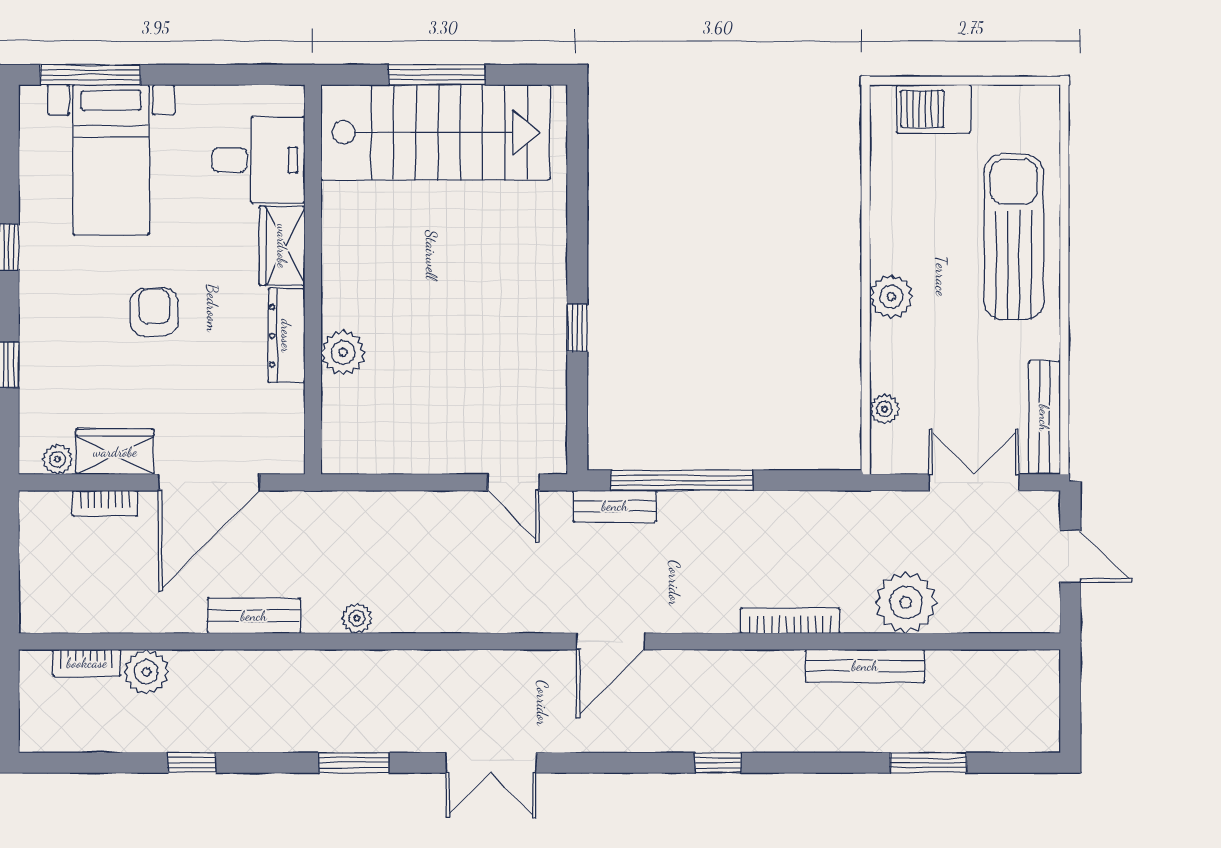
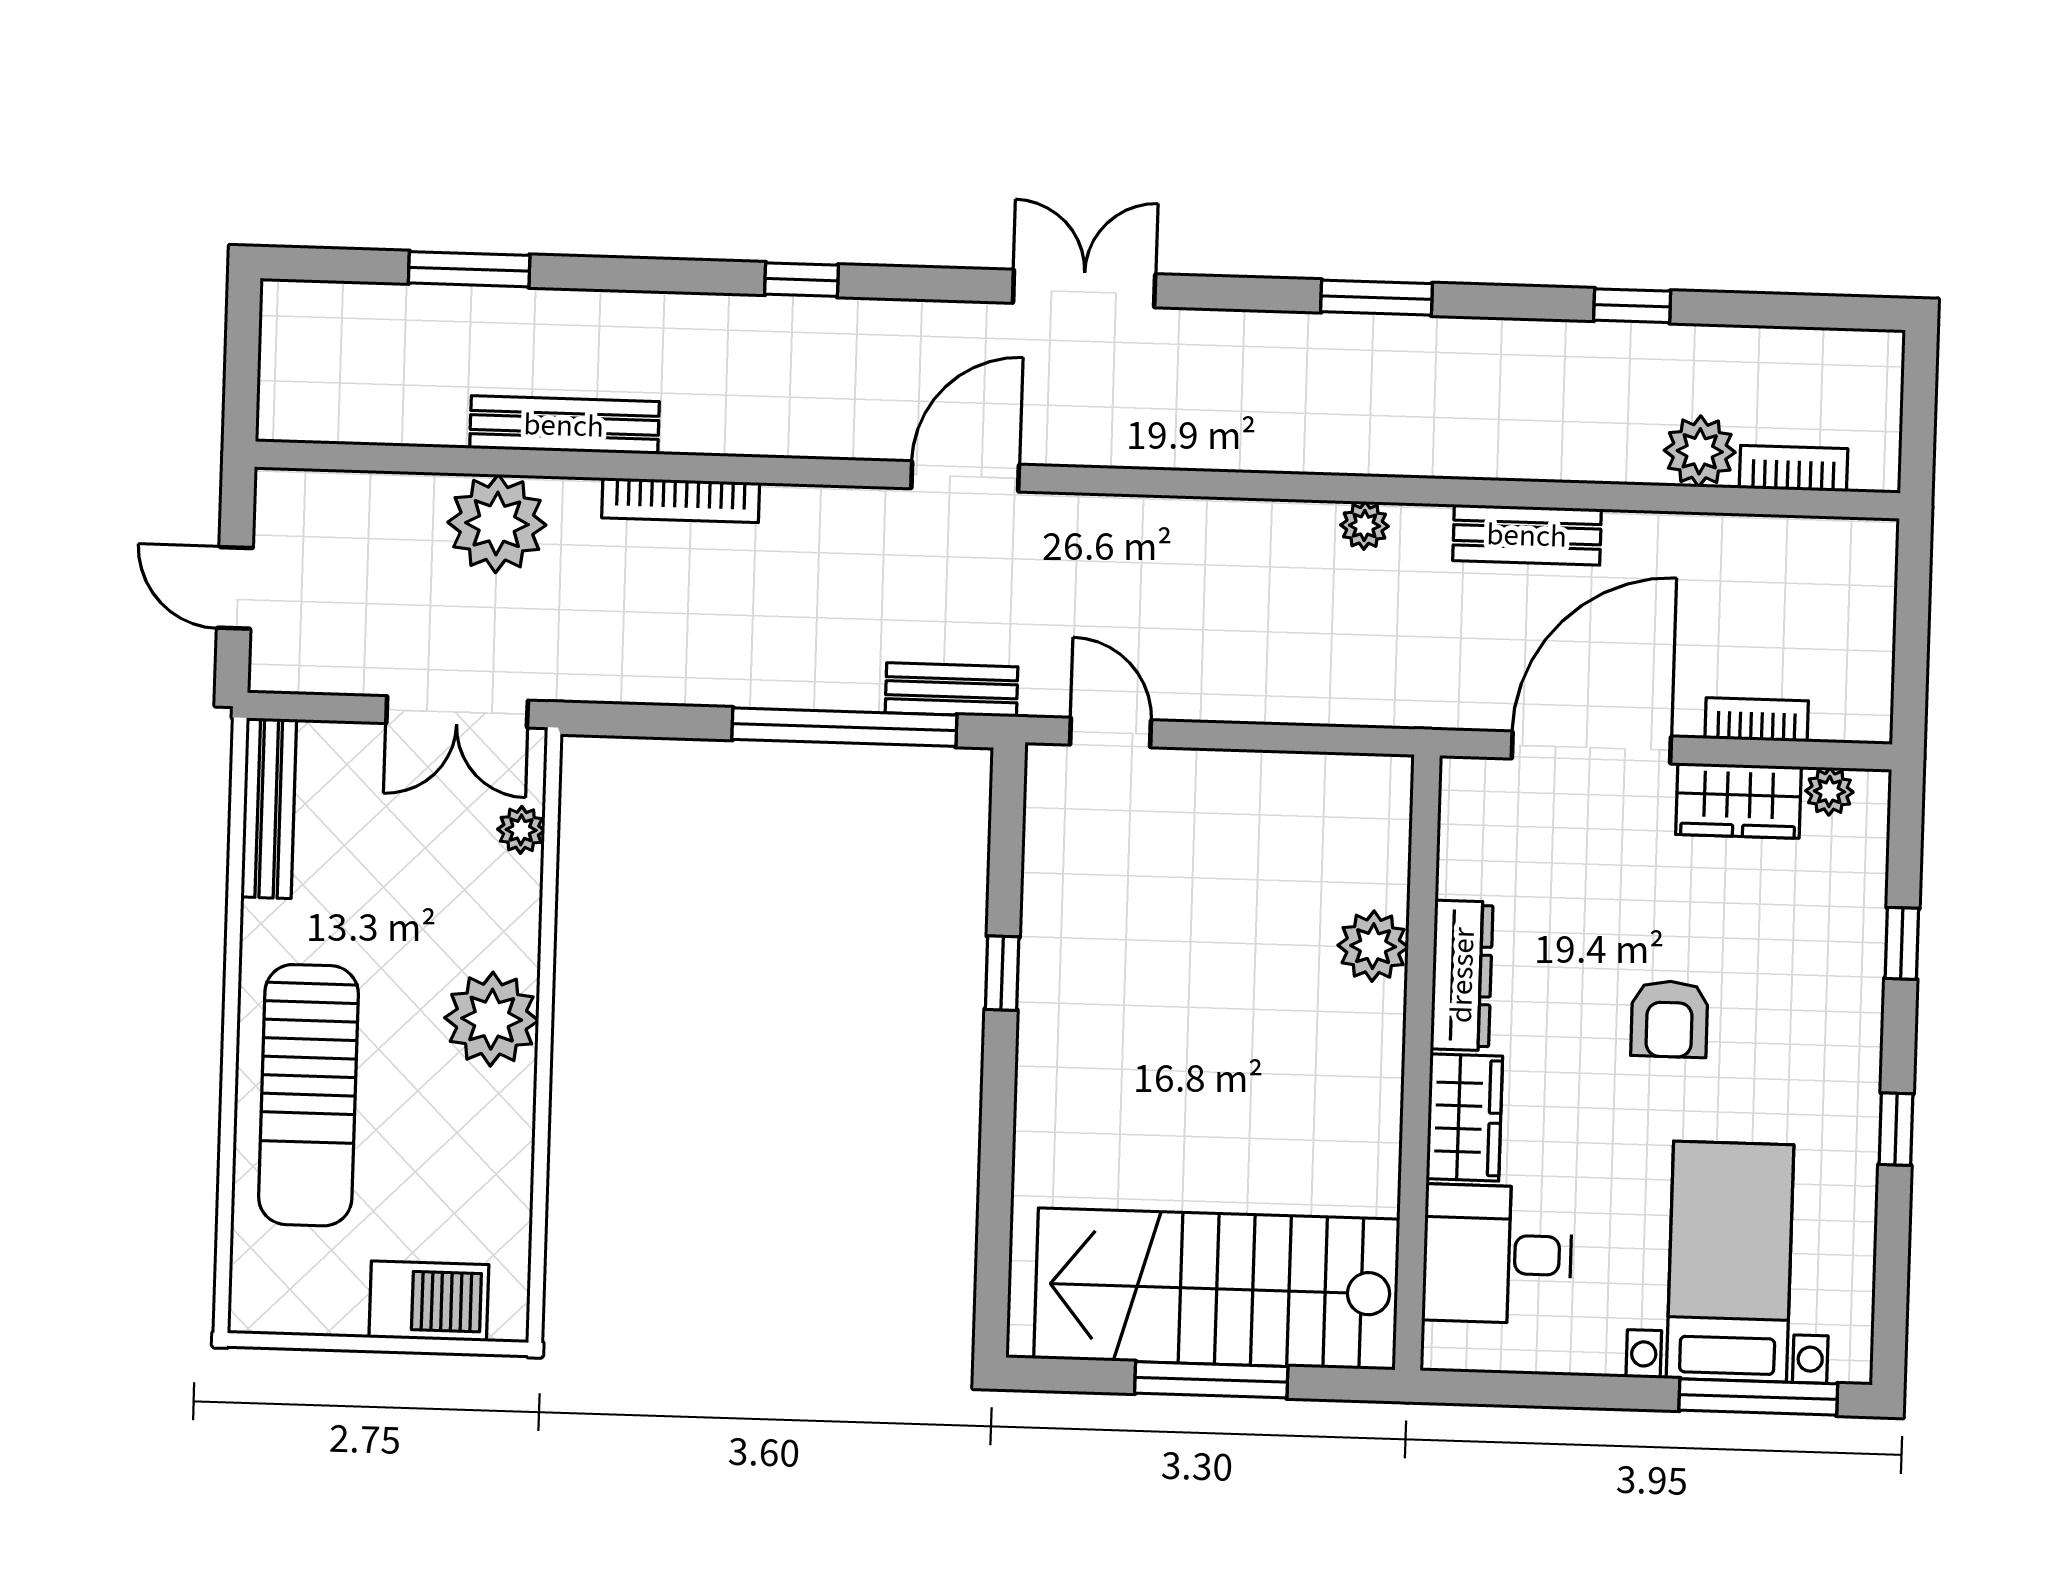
plant: (891, 297) -> (492, 1019), width x1.36, depth x1.36
double door: (974, 482) -> (457, 712), moved
double door: (491, 763) -> (1084, 288), moved

